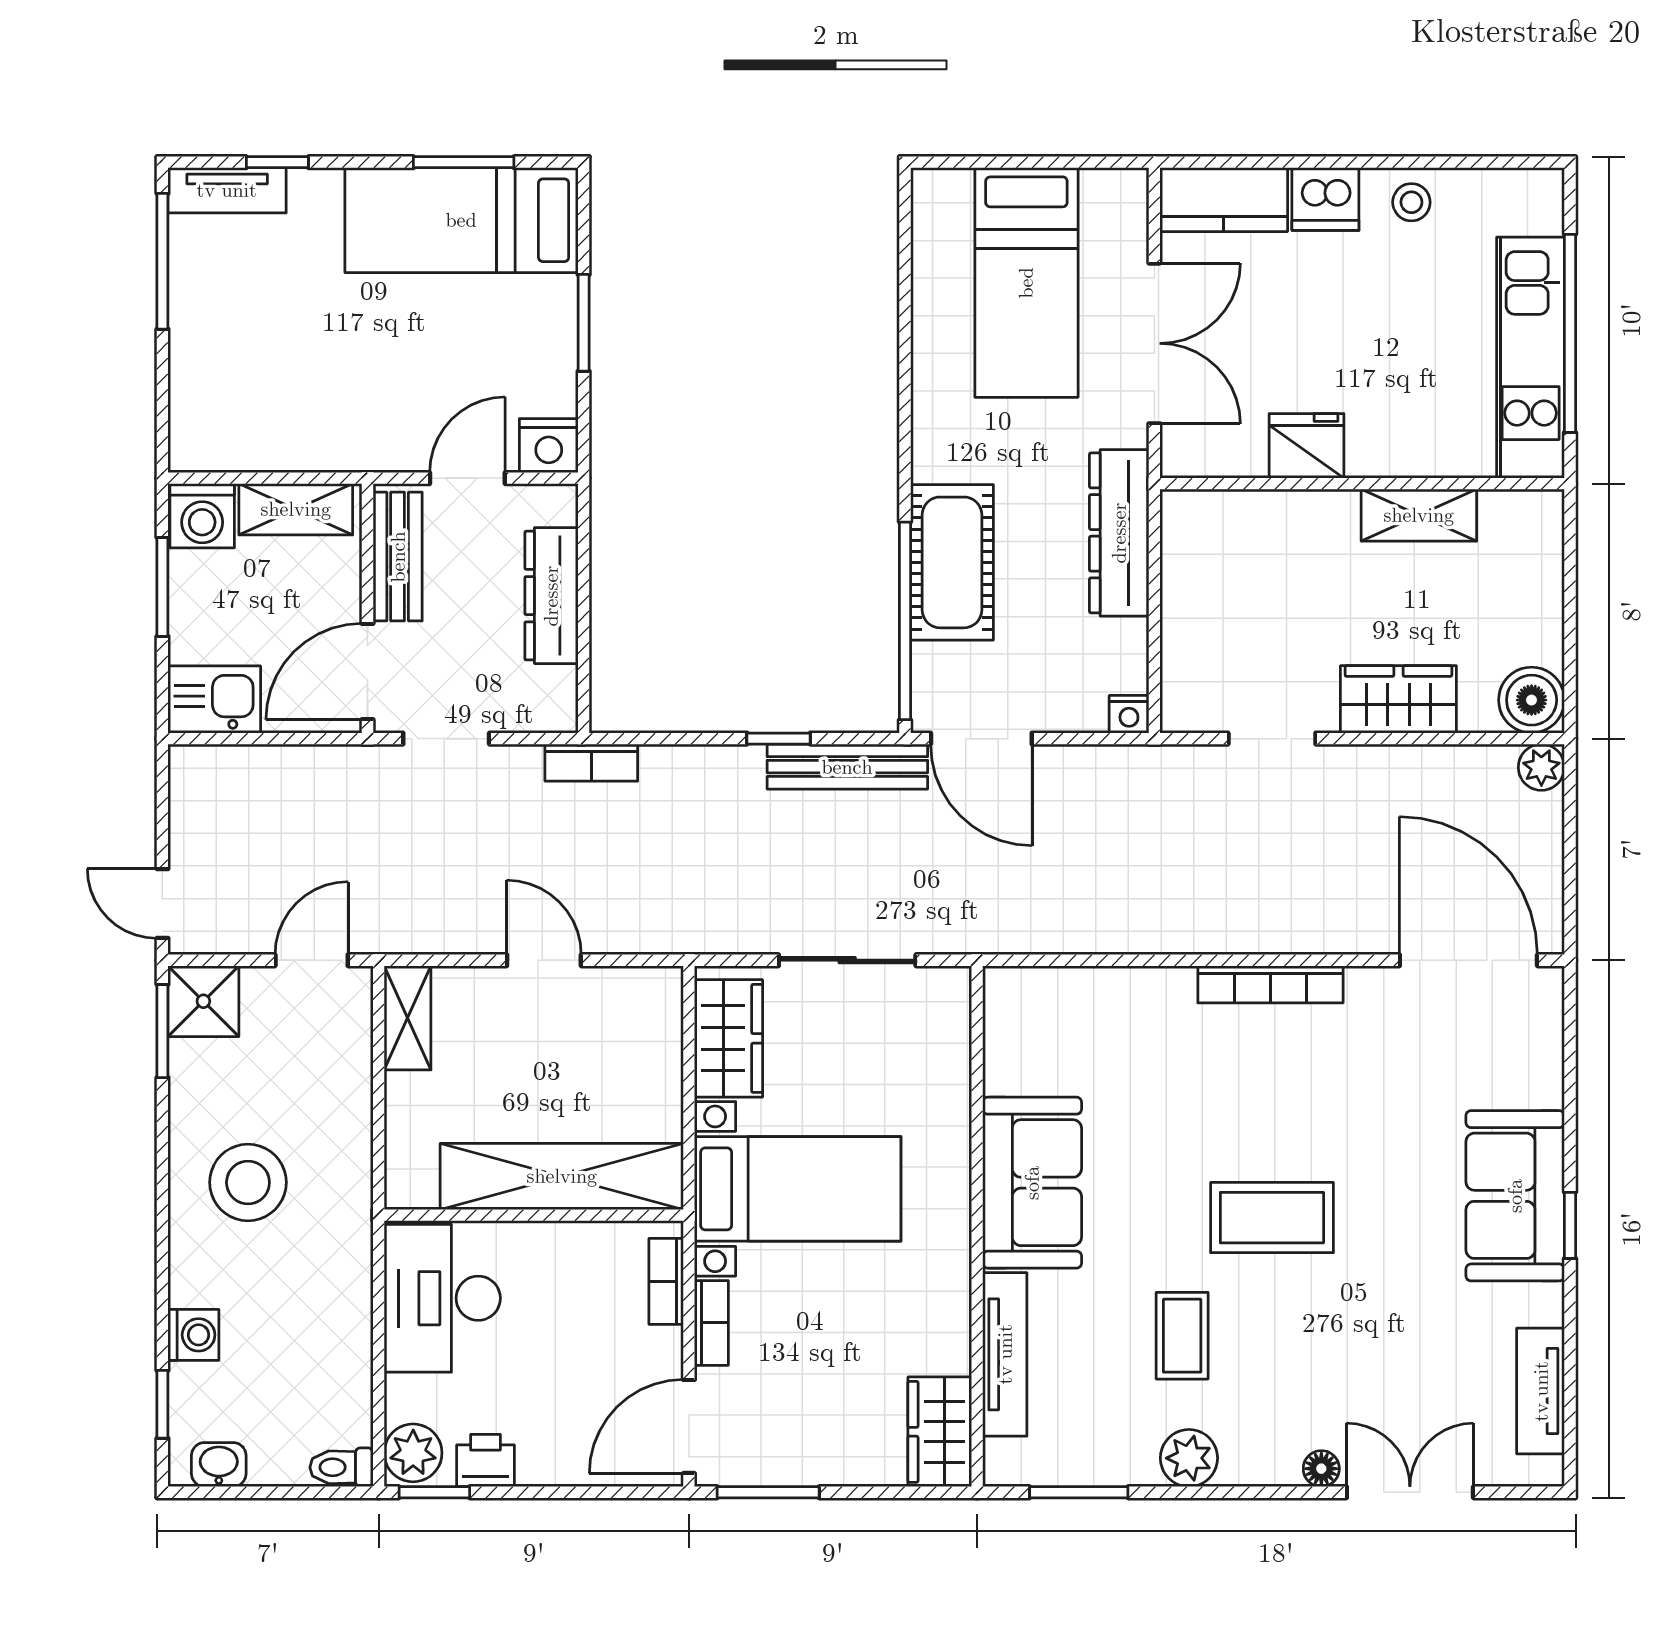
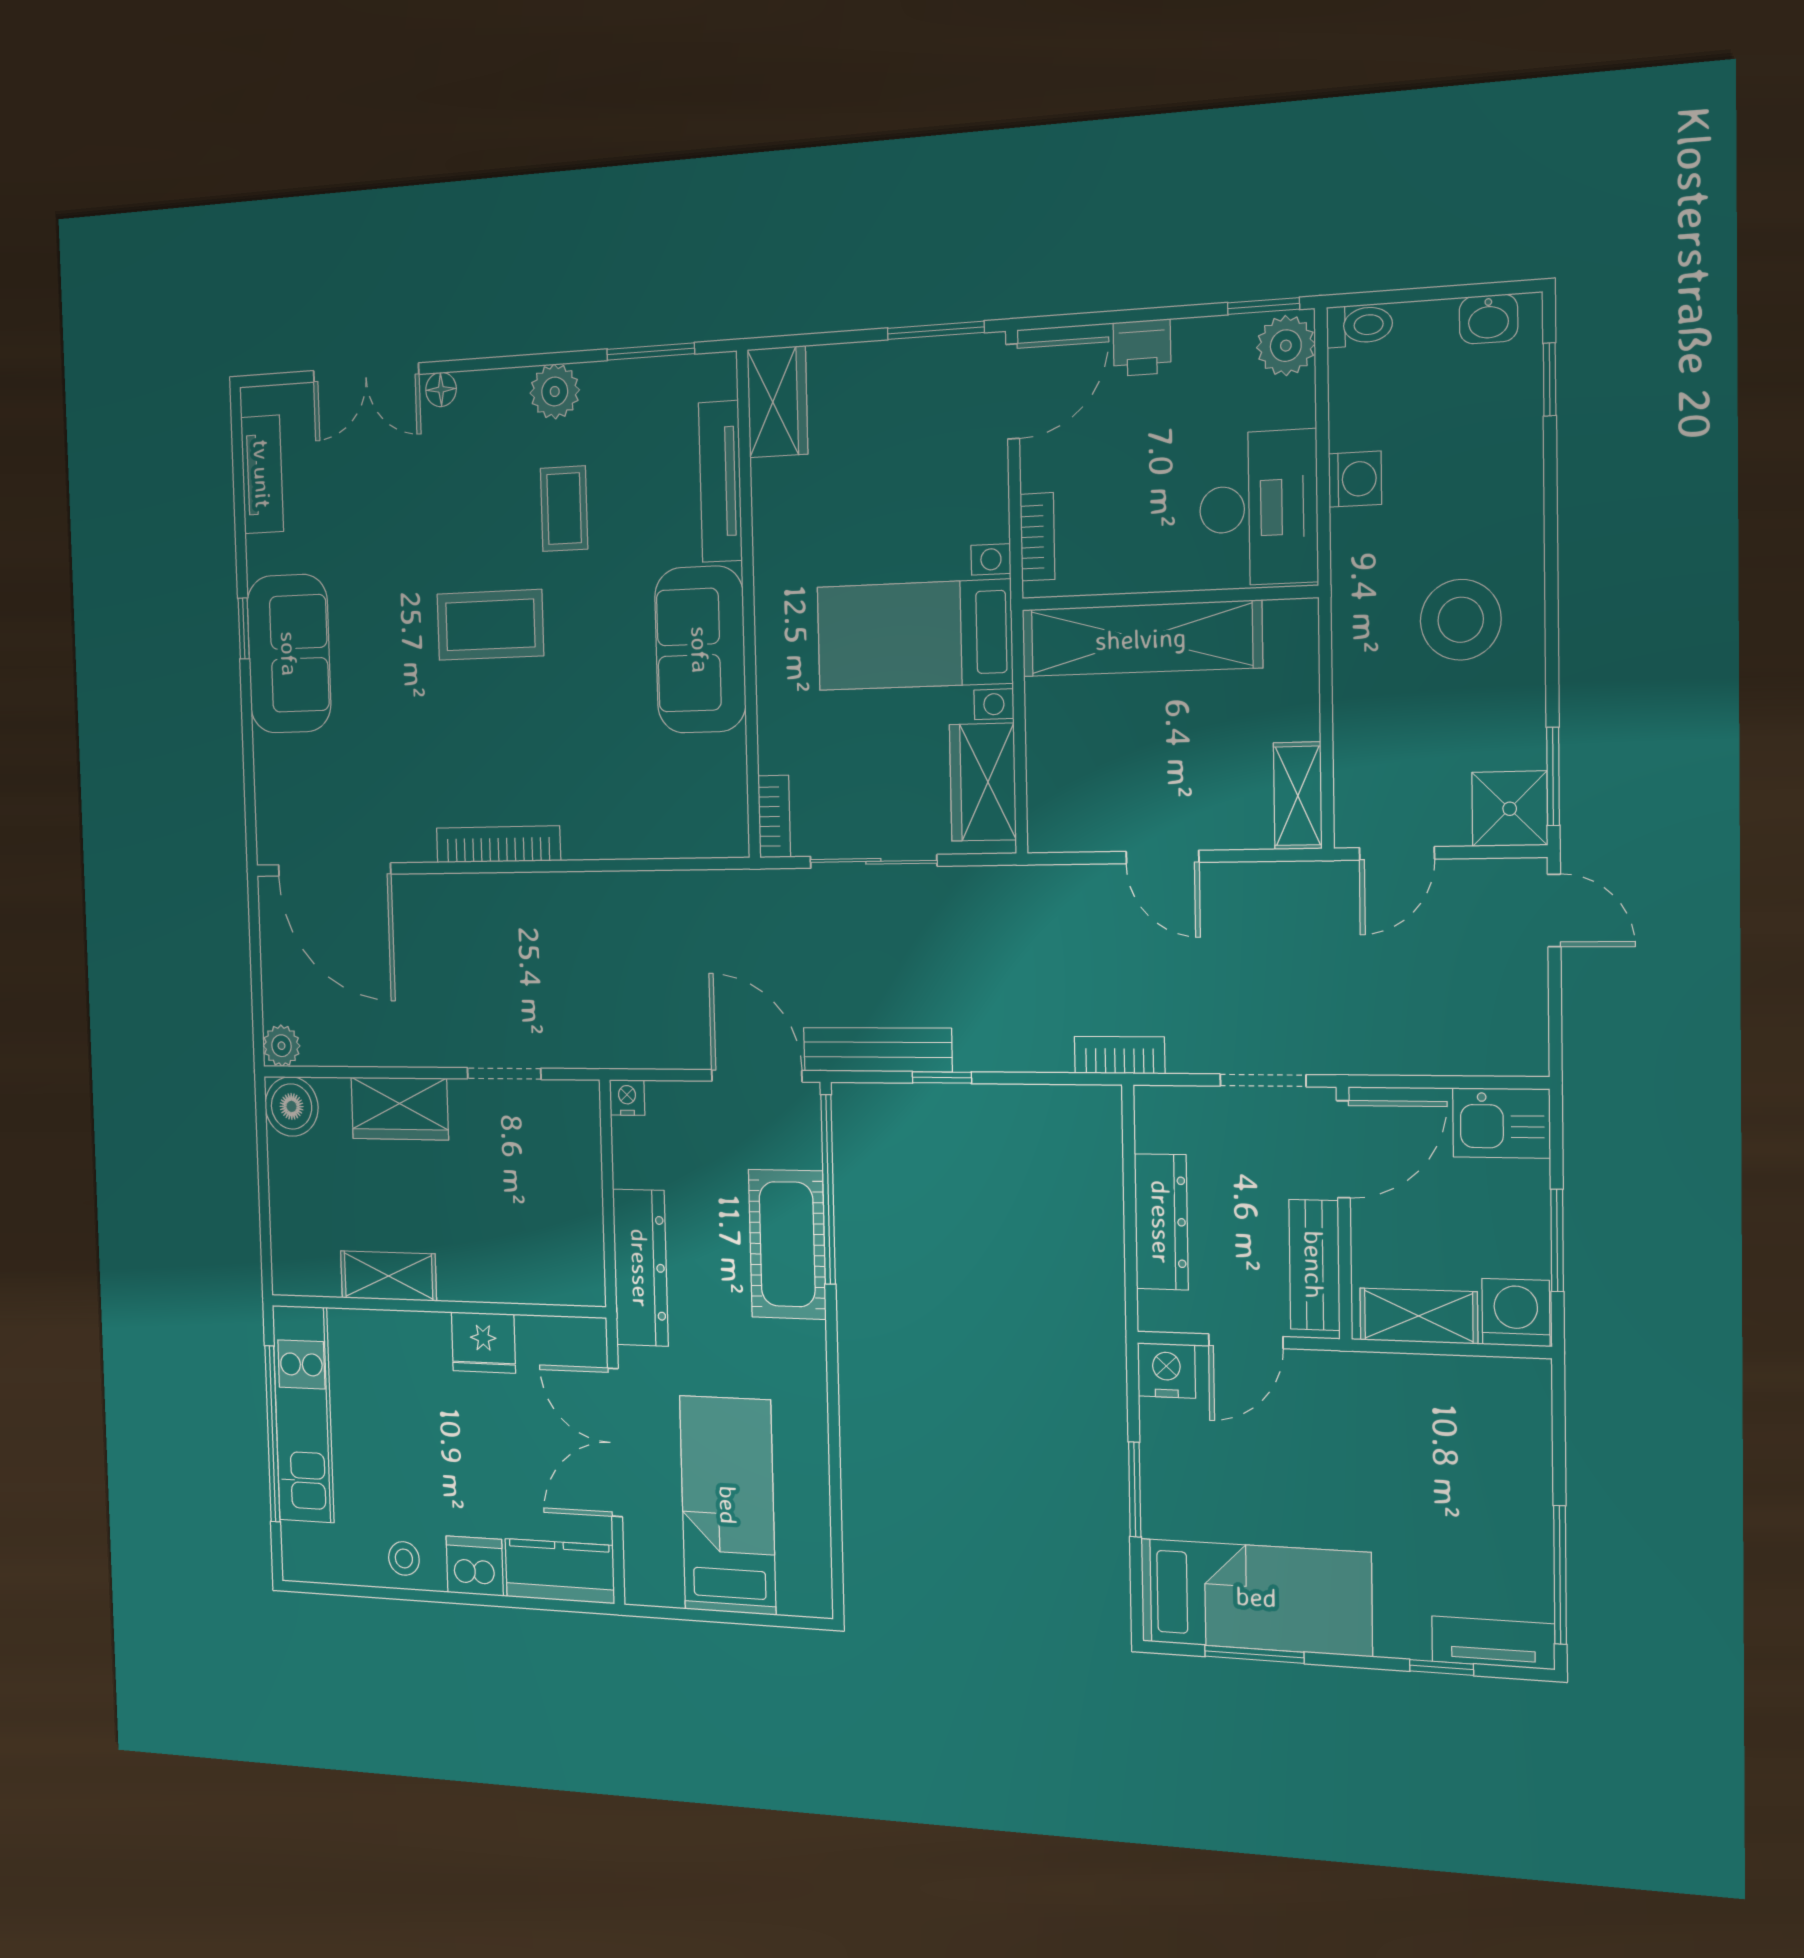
bookcase: (711, 1323) -> (774, 816), moved, turned 180
washing machine: (193, 1335) -> (1355, 479), moved, turned 180
printer: (485, 1461) -> (1142, 348), moved

